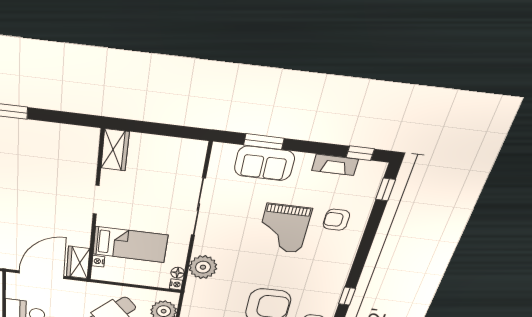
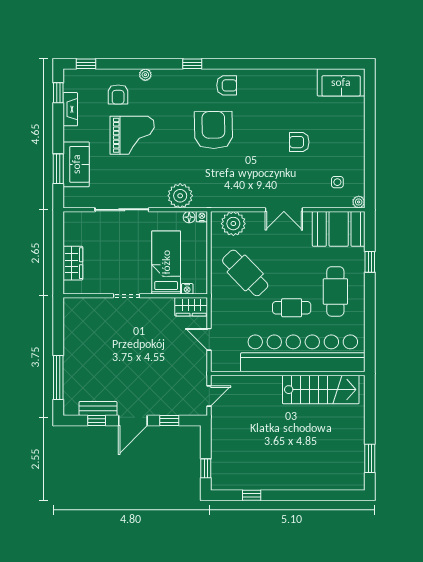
wardrobe: (115, 150) -> (73, 263), moved, turned 90
plant: (350, 250) -> (145, 75), added
door: (41, 275) -> (209, 339), width x0.53

